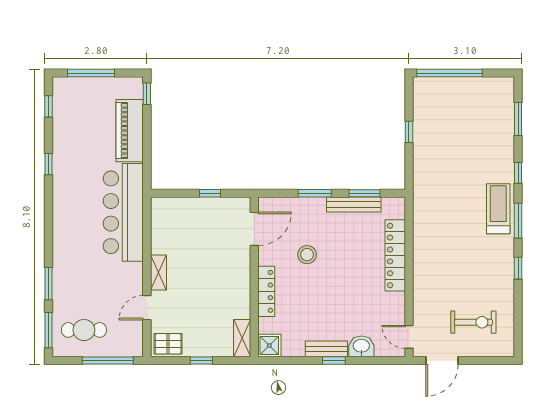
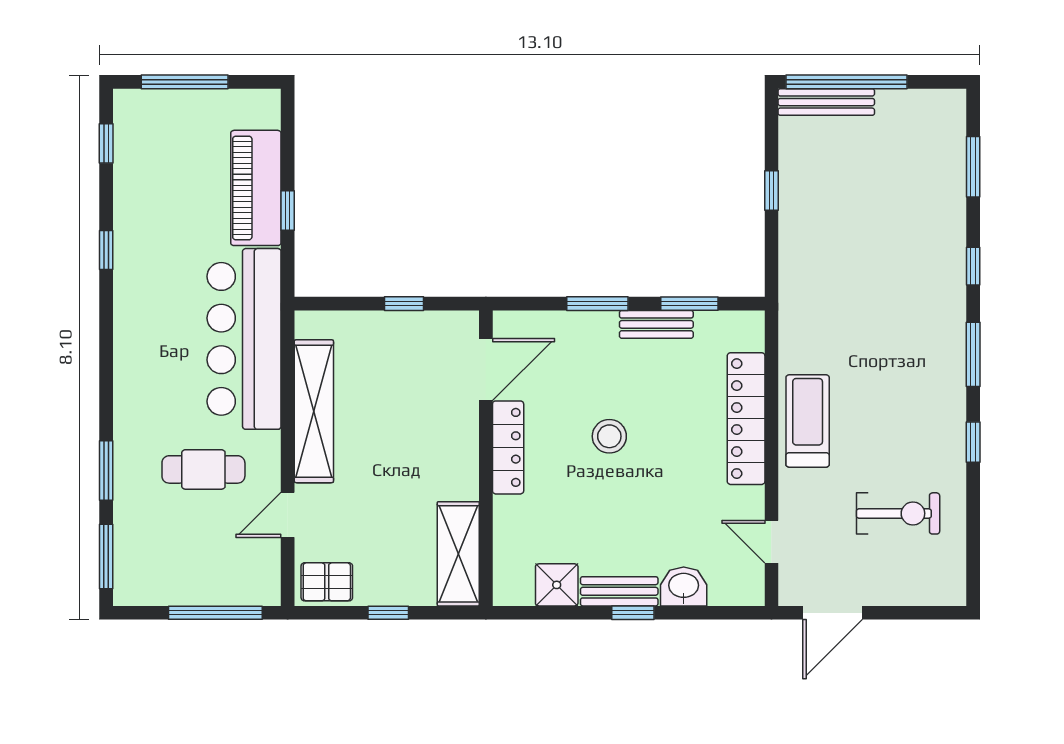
bench: (439, 84) -> (826, 102), added
window: (147, 94) -> (288, 211), moved
bench: (354, 204) -> (656, 324), width x0.73
treadmill: (498, 209) -> (808, 421), moved
stool: (307, 255) -> (609, 436), moved
shelving: (158, 273) -> (314, 411), width x2.20, depth x1.33
locker: (266, 291) -> (508, 447), moved
exercise bike: (473, 322) -> (898, 513), moved
cafe table: (84, 330) -> (203, 469), moved
door: (409, 337) -> (771, 542), moved
shelving: (242, 338) -> (458, 554), width x1.50, depth x1.33
shower: (269, 346) -> (557, 585), moved

